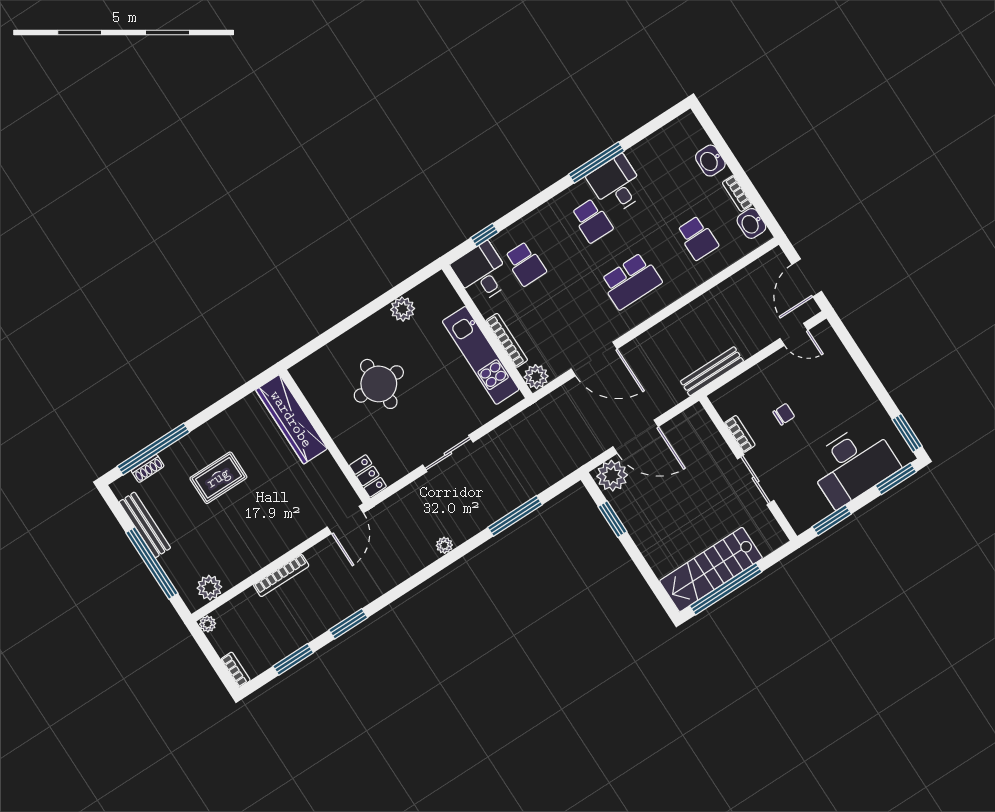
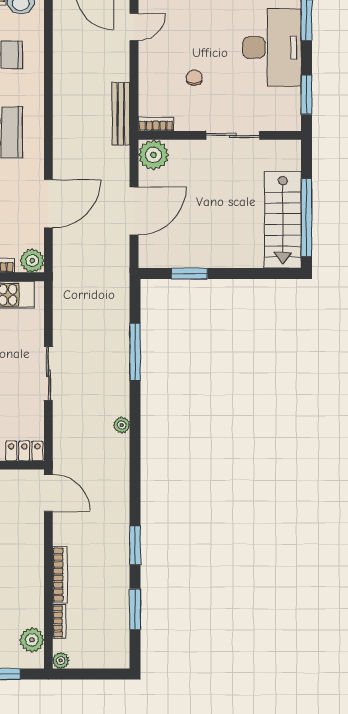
bookcase: (740, 434) -> (156, 124), moved
plant: (612, 476) -> (153, 155), moved
bookcase: (236, 670) -> (59, 621), moved, turned 90

